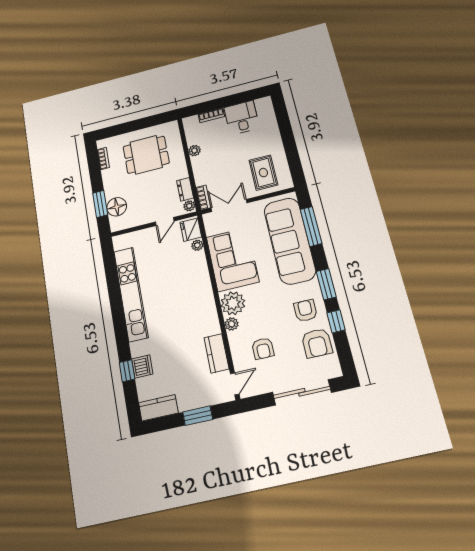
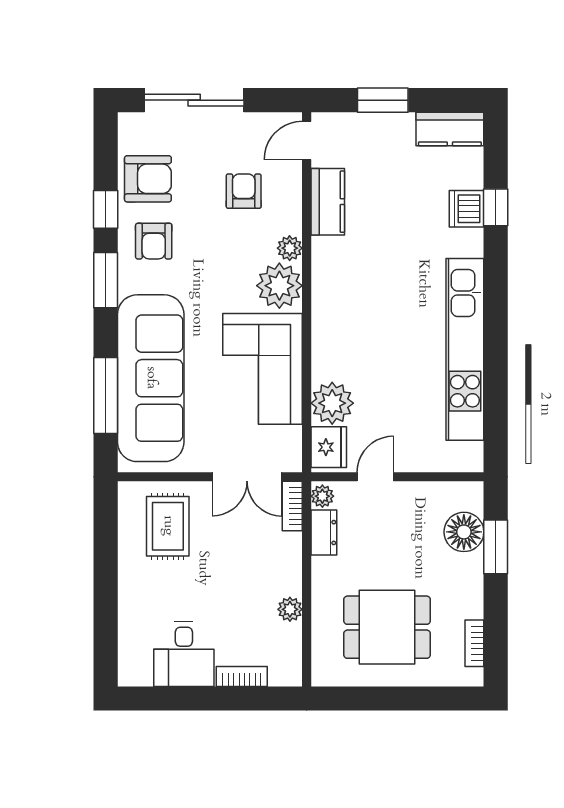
plant: (197, 245) -> (332, 403), width x1.87, depth x1.87
armchair: (317, 343) -> (148, 179), turned 90

